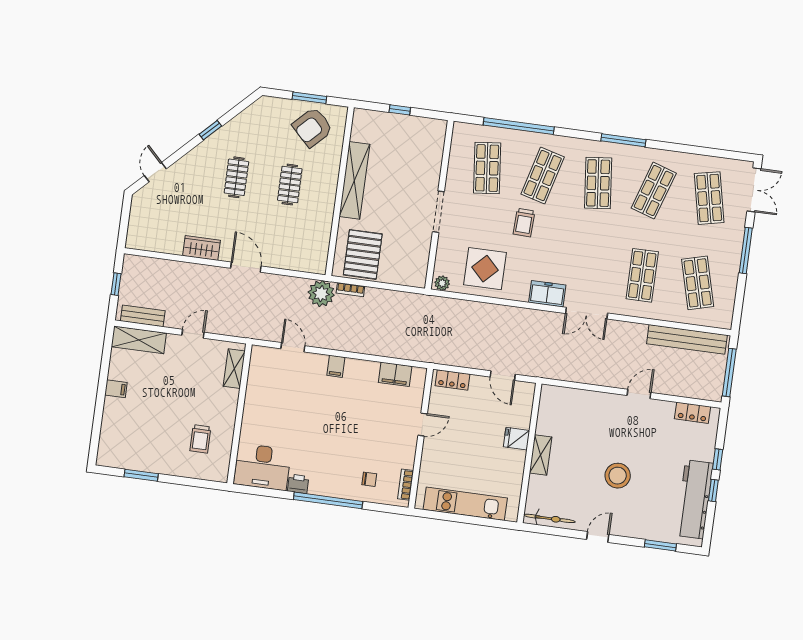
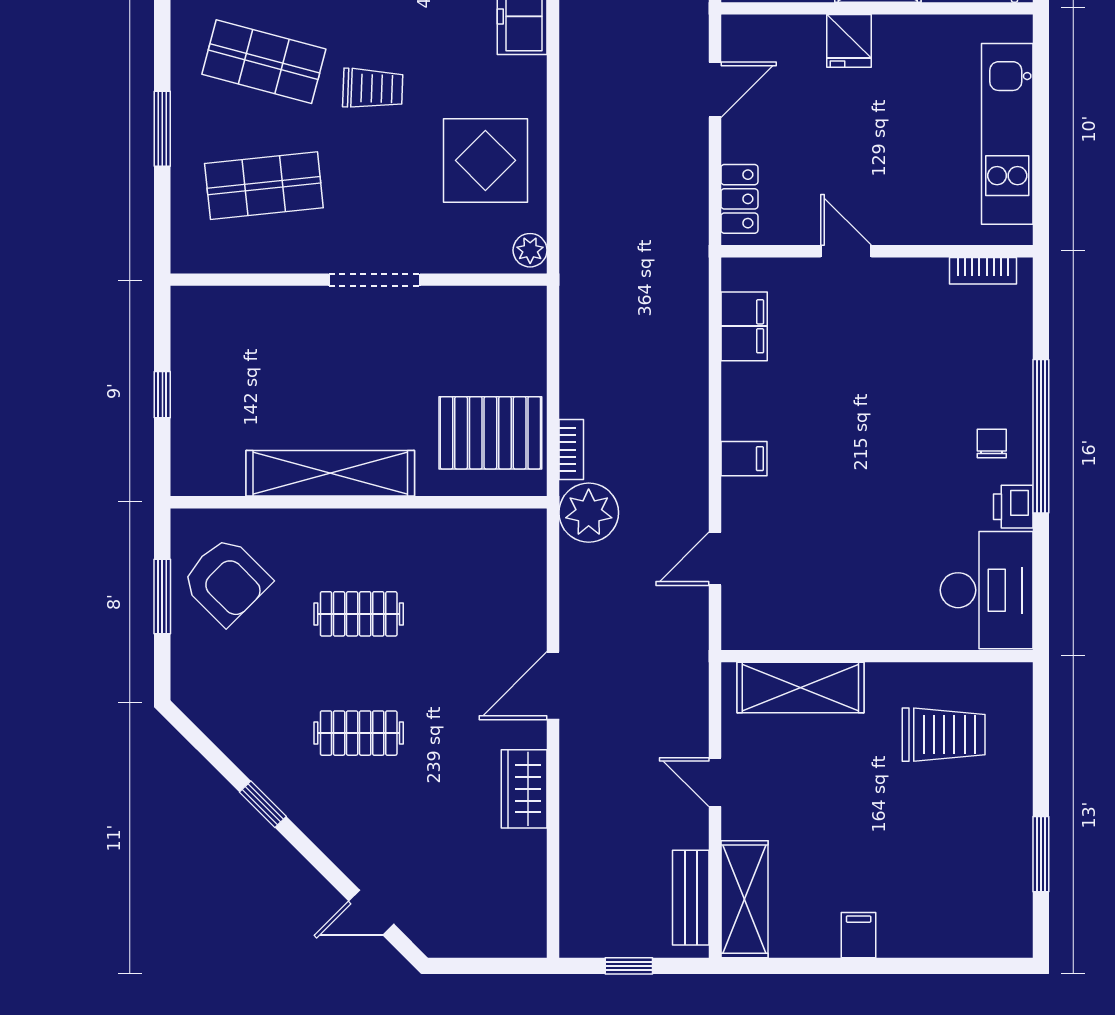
window: (519, 126) -> (162, 129), width x0.47
shelving: (234, 369) -> (800, 688), width x1.50, depth x1.33
trolley: (200, 439) -> (944, 735), width x1.36, depth x1.39
chair: (369, 479) -> (992, 444), moved

